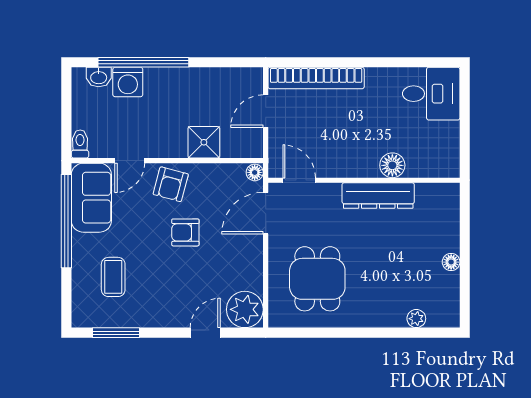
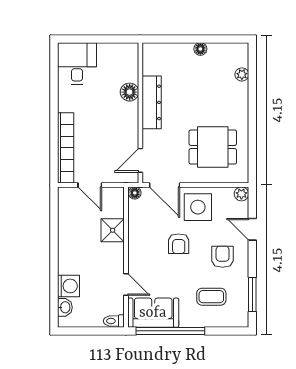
window: (143, 62) -> (54, 275), removed
armchair: (171, 184) -> (223, 257), moved, turned -105
side table: (235, 258) -> (198, 207), added
plant: (245, 309) -> (241, 194), width x0.53, depth x0.53

